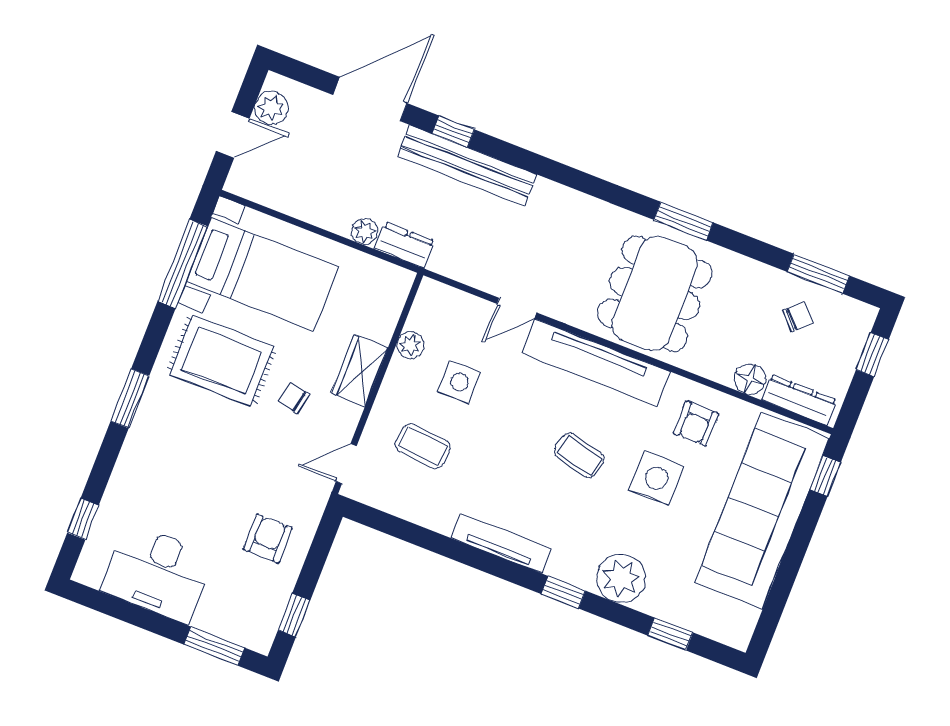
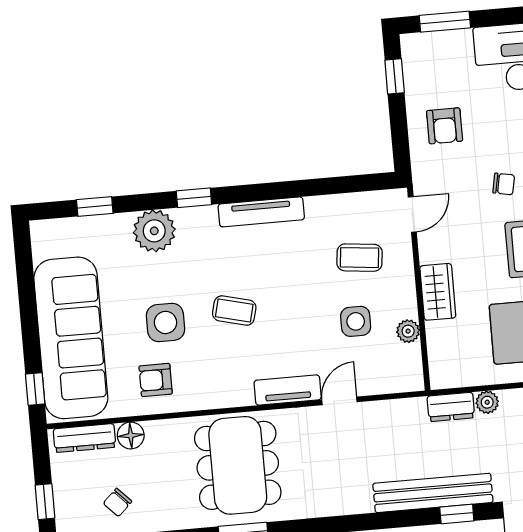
tv unit: (596, 362) -> (288, 390), width x0.52, depth x0.78
chair: (294, 398) -> (504, 184), moved
armchair: (696, 424) -> (156, 380), turned -90

